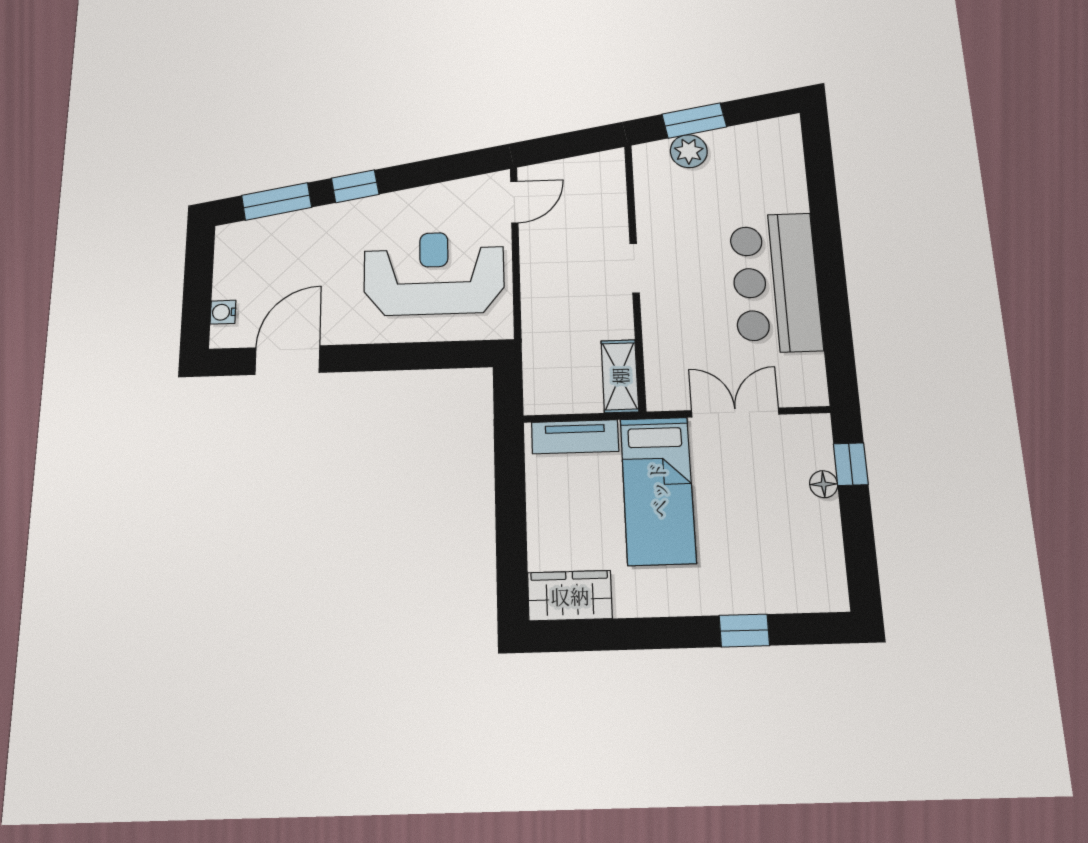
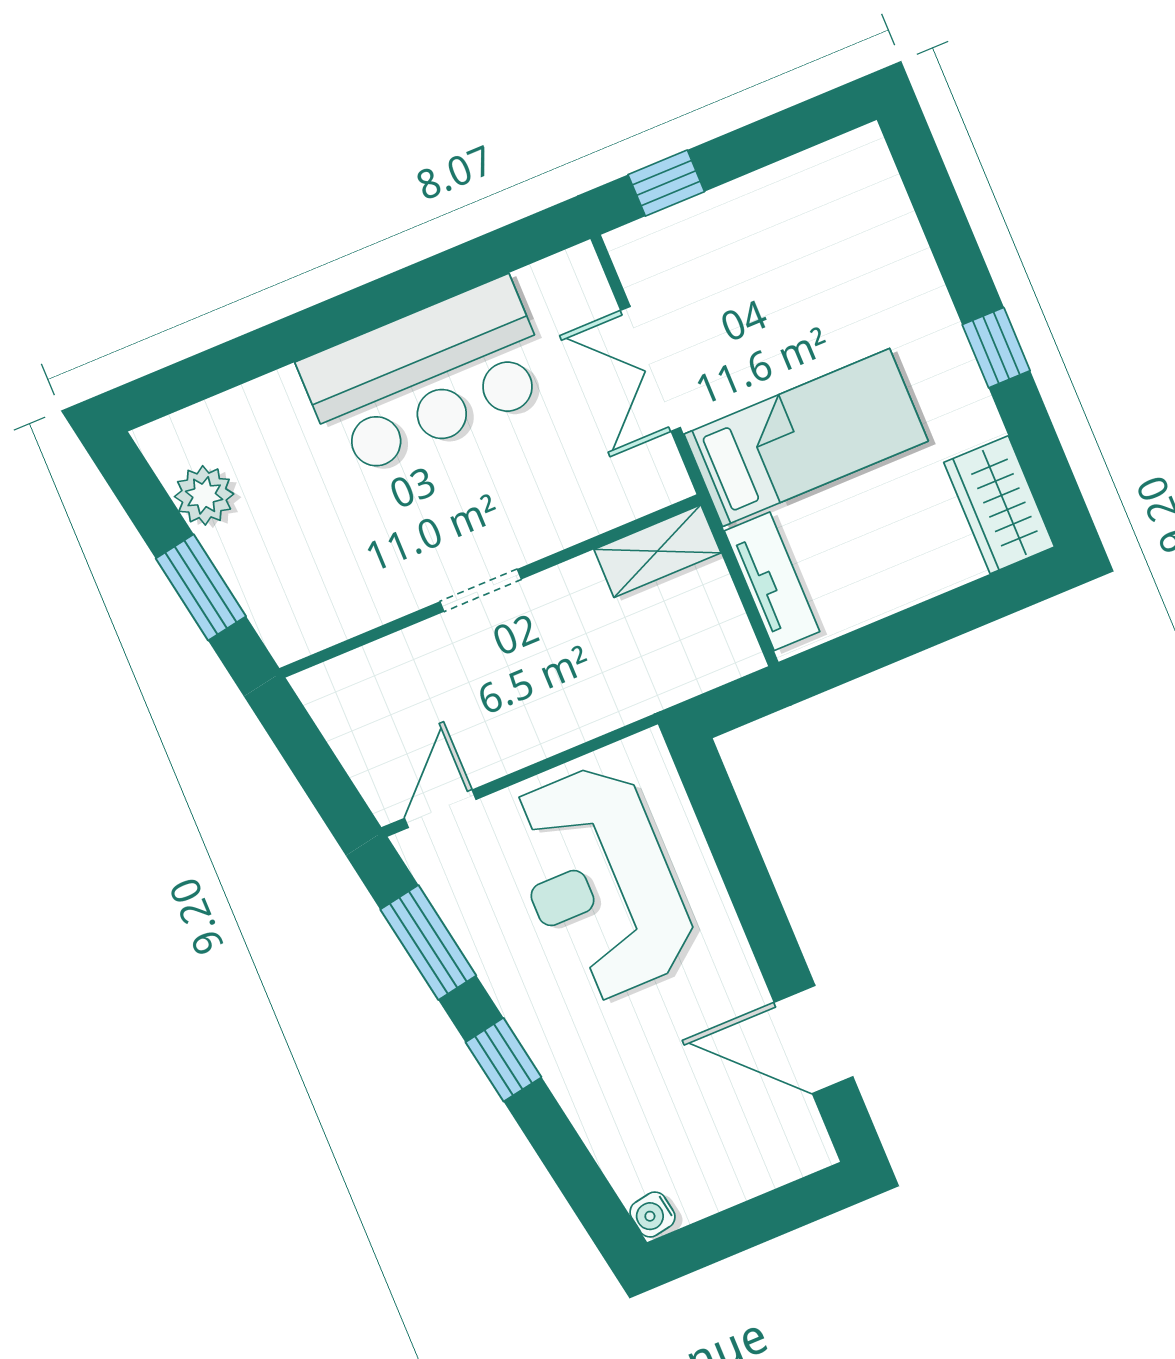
plant: (689, 151) -> (204, 495), moved
window: (277, 201) -> (428, 942), moved
door: (514, 202) -> (440, 809), hinge flipped
water cooler: (223, 312) -> (653, 1214), moved, turned 80
floor lamp: (824, 484) -> (710, 212), removed
window: (744, 631) -> (996, 348), moved

